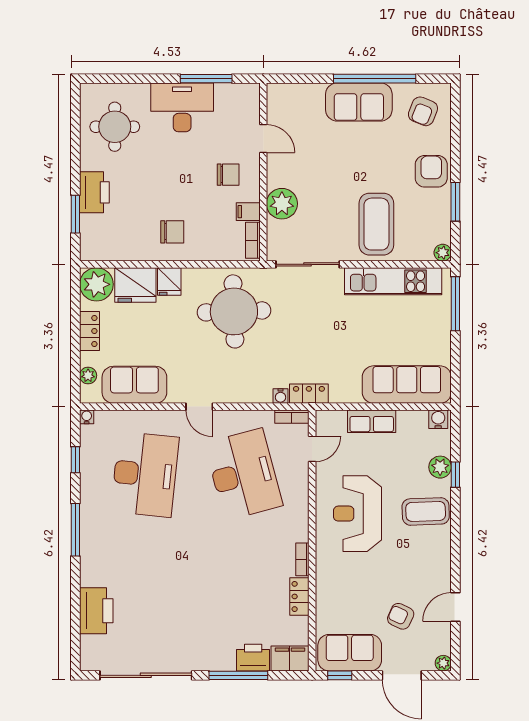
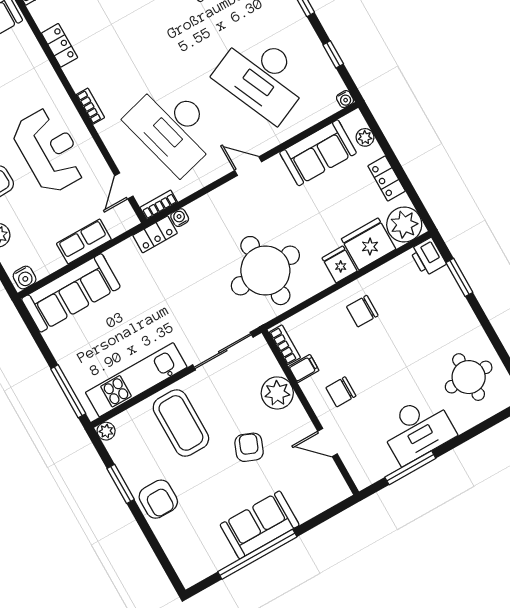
armchair: (423, 111) -> (249, 447), moved
printer: (94, 192) -> (428, 257), moved, width x0.73, depth x0.84
desk: (145, 474) -> (262, 77), turned -30
bookcase: (302, 559) -> (90, 106), moved

